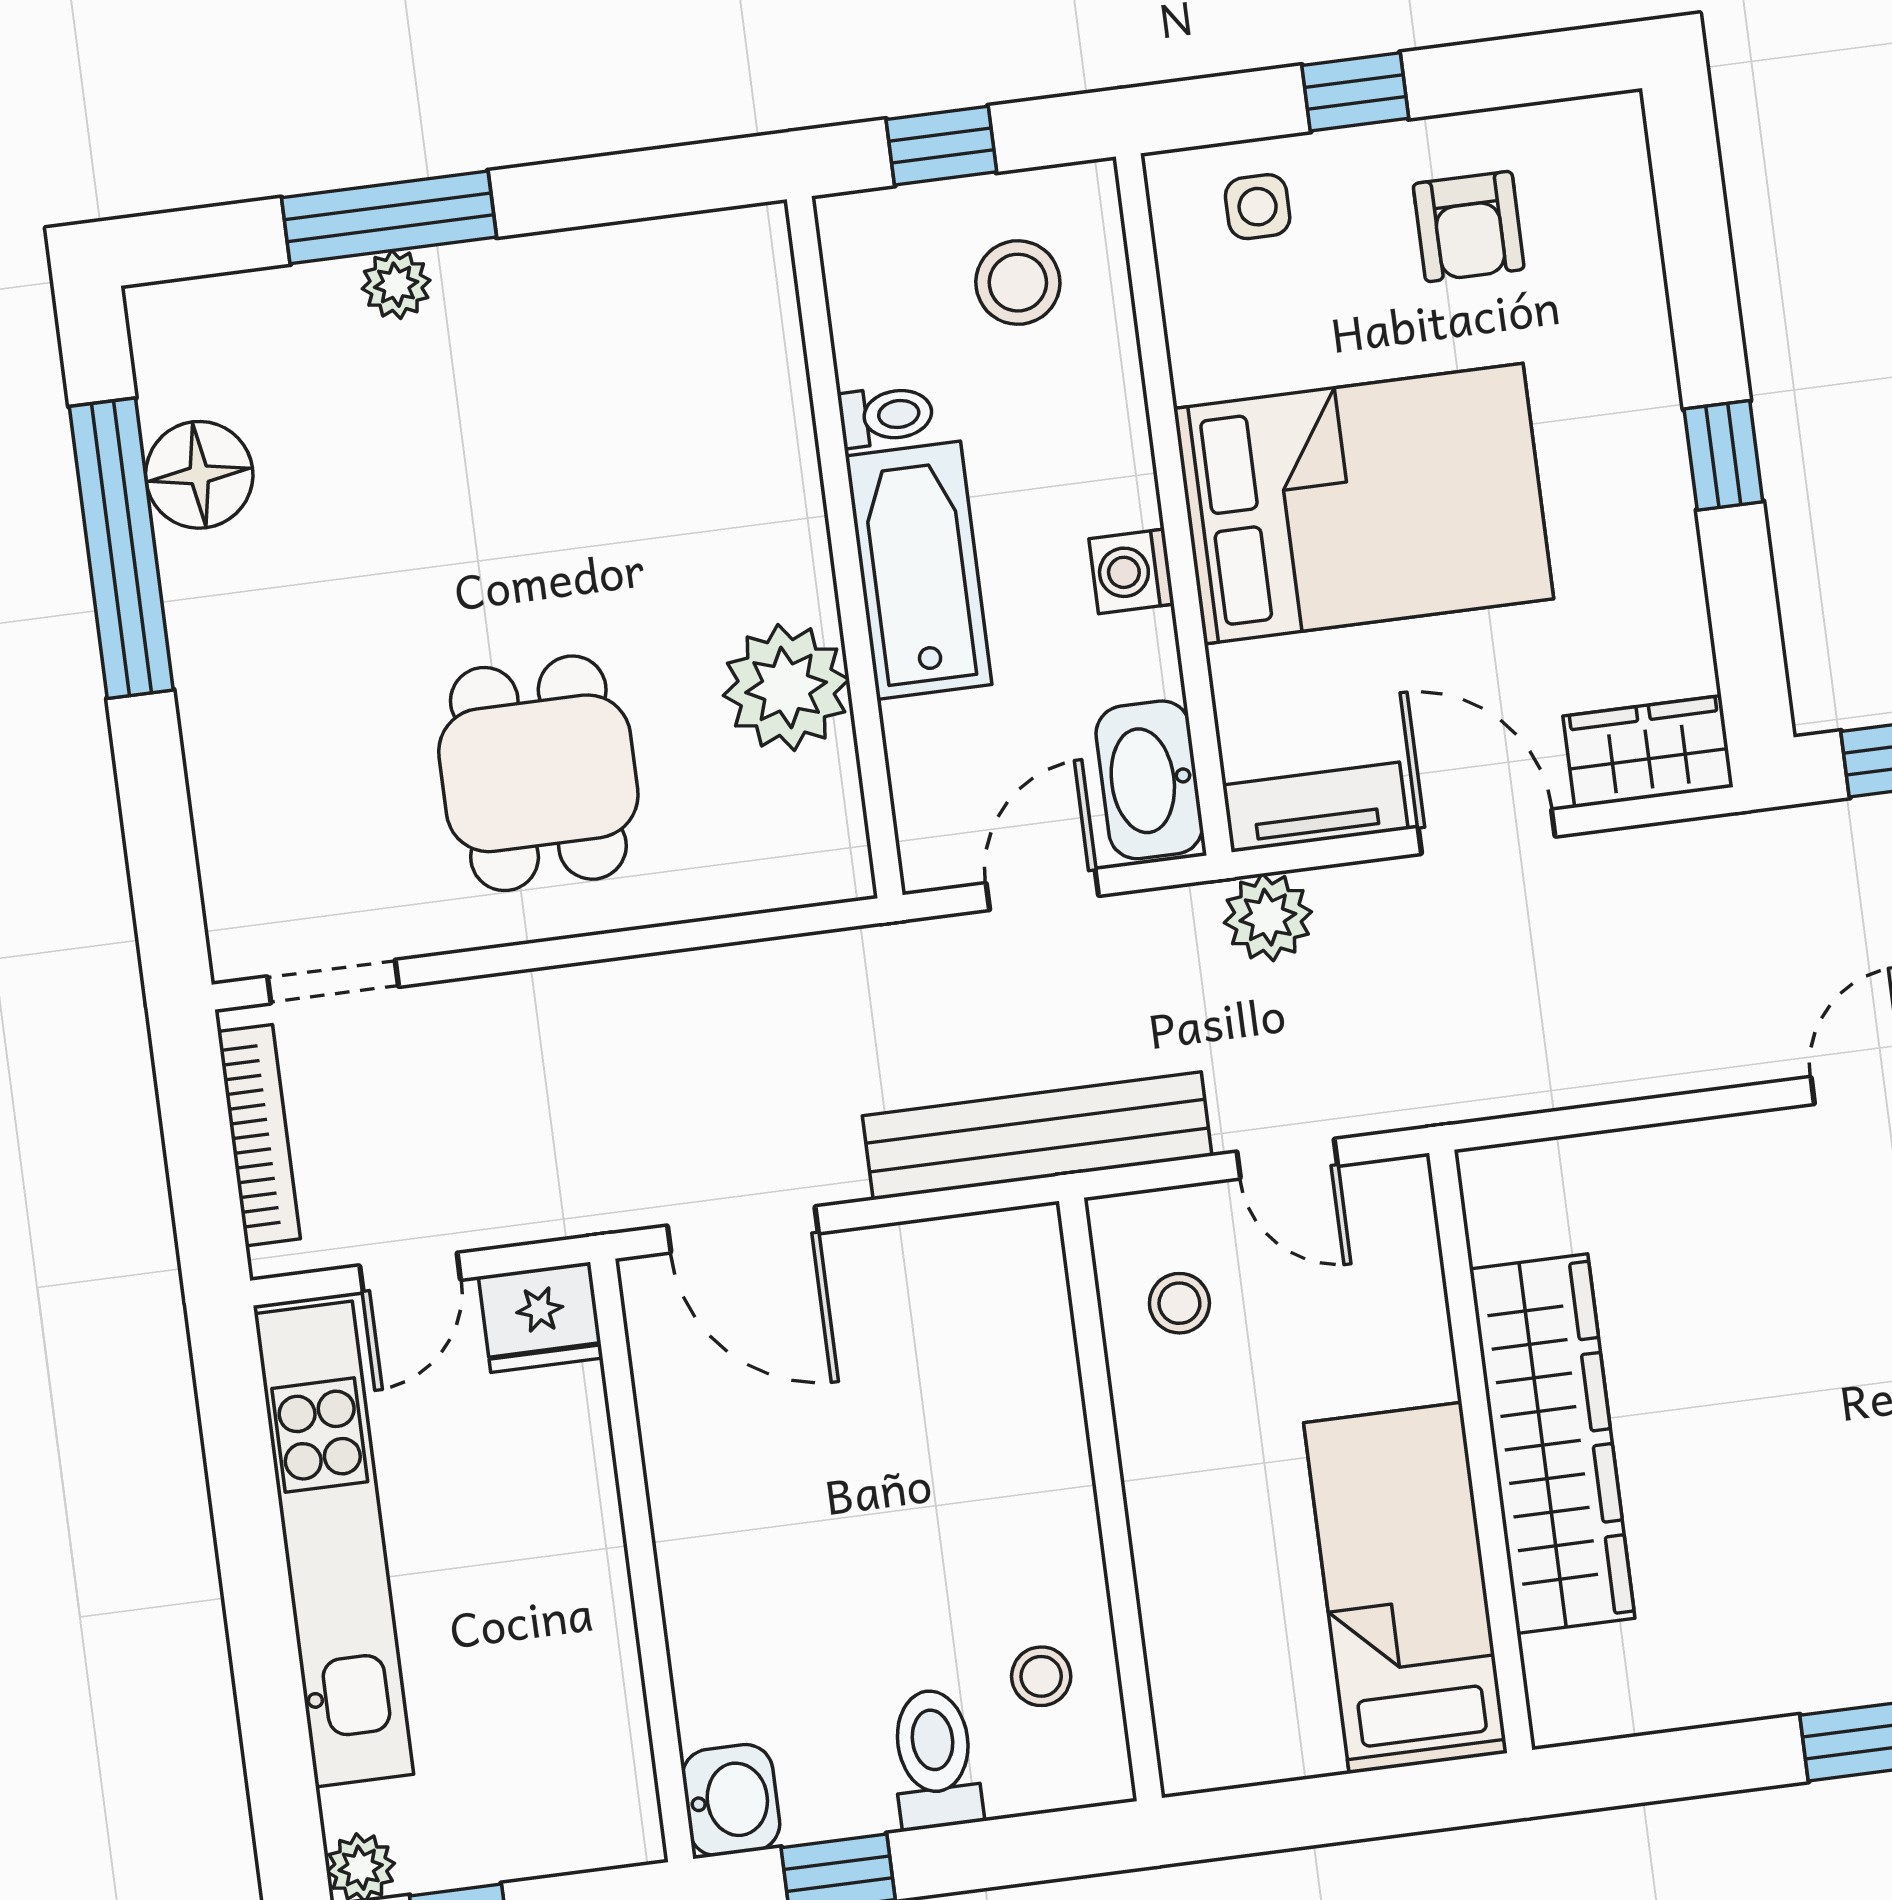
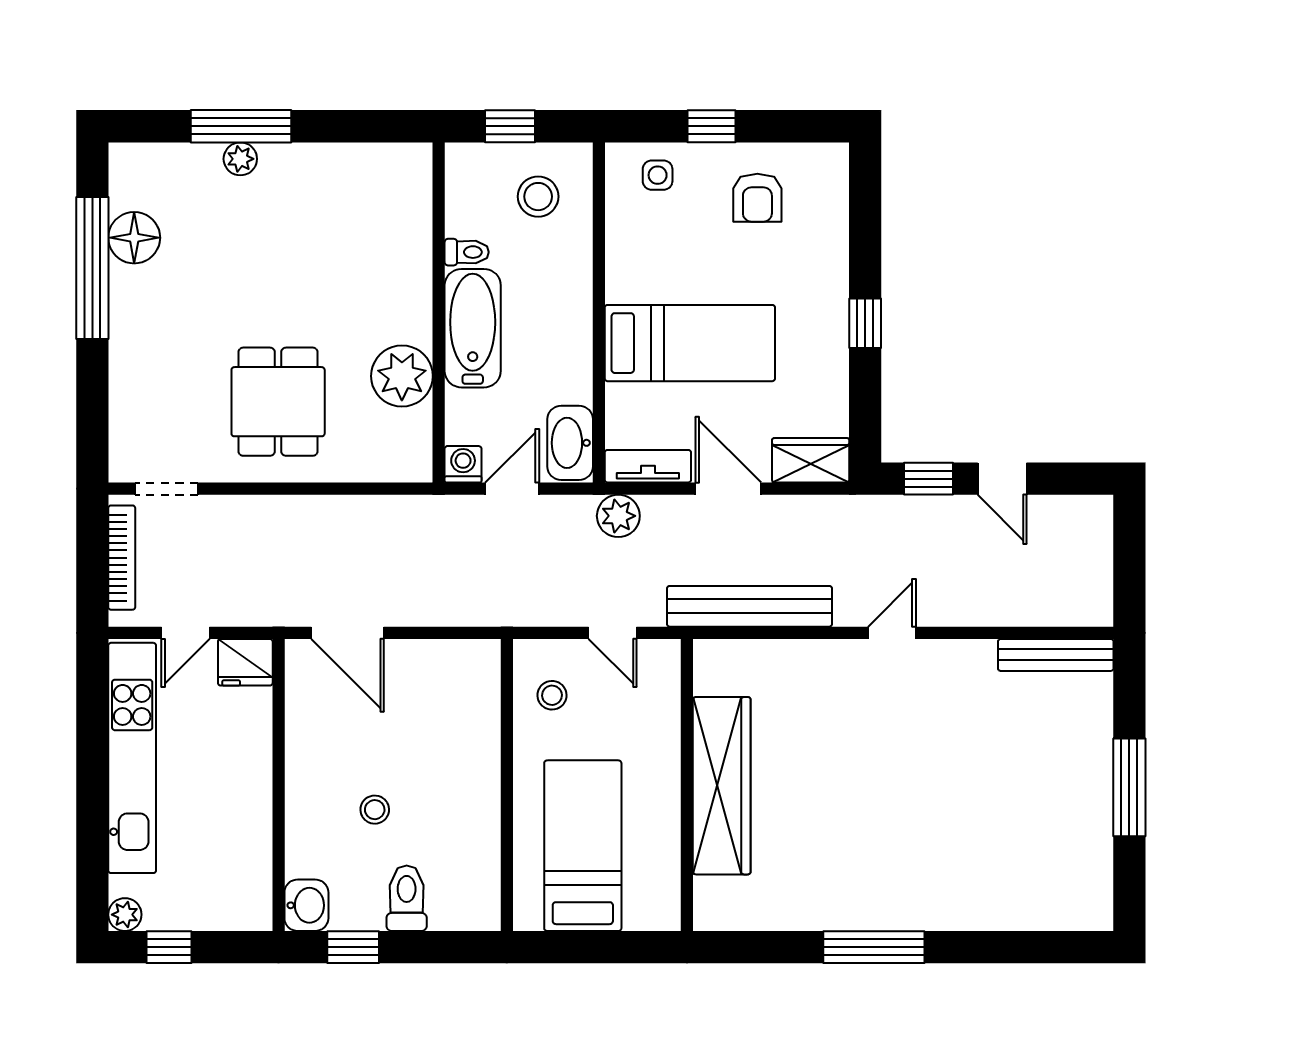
bed: (1364, 504) -> (690, 343), width x0.67
washing machine: (1131, 571) -> (463, 464), moved, turned 90
bench: (1037, 1136) -> (749, 606), moved
bed: (1405, 1588) -> (583, 846), moved
stool: (1041, 1676) -> (375, 810), moved

